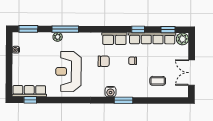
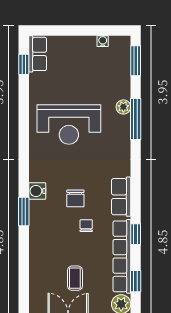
chair: (104, 61) -> (75, 198), moved
reception desk: (68, 71) -> (69, 124), turned 180
coffee table: (158, 81) -> (75, 278), moved
row of seats: (29, 91) -> (38, 54), width x0.68

